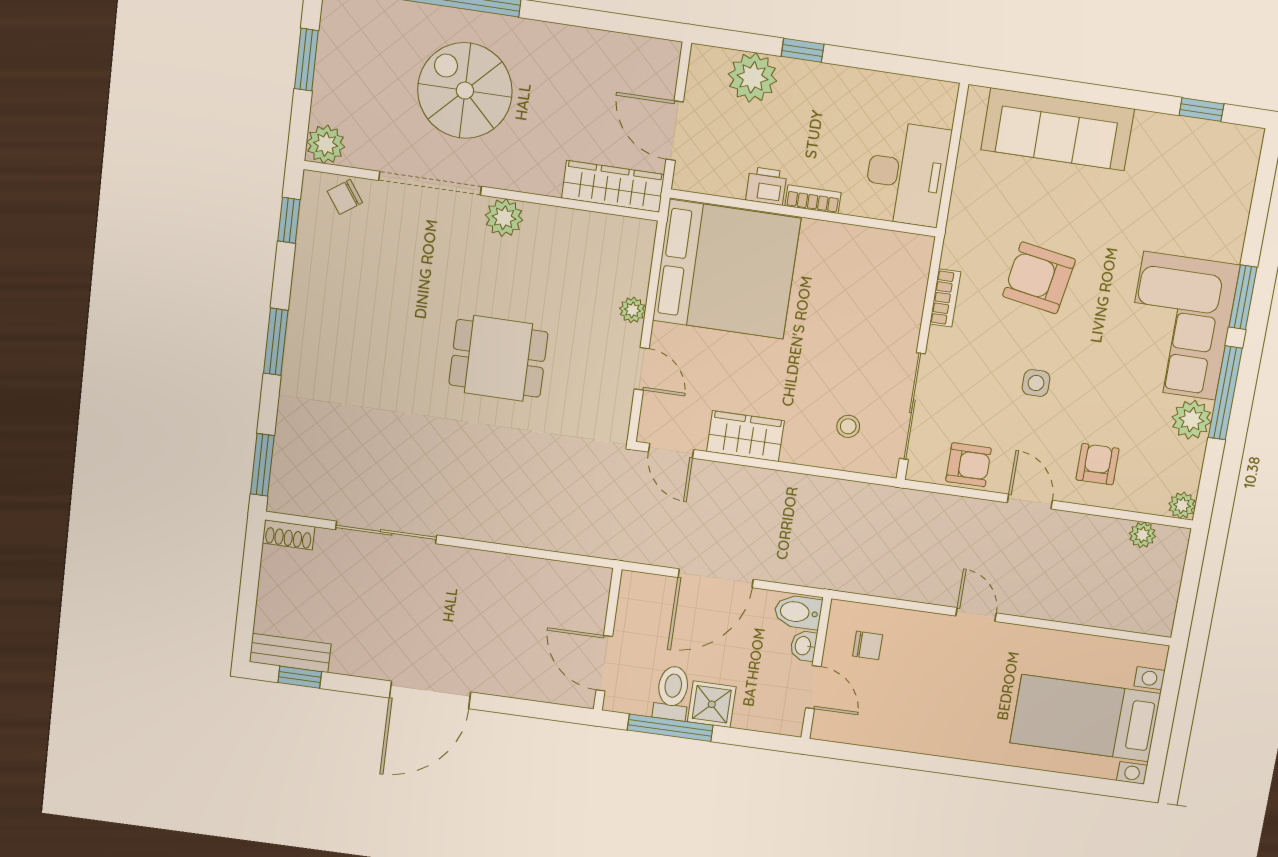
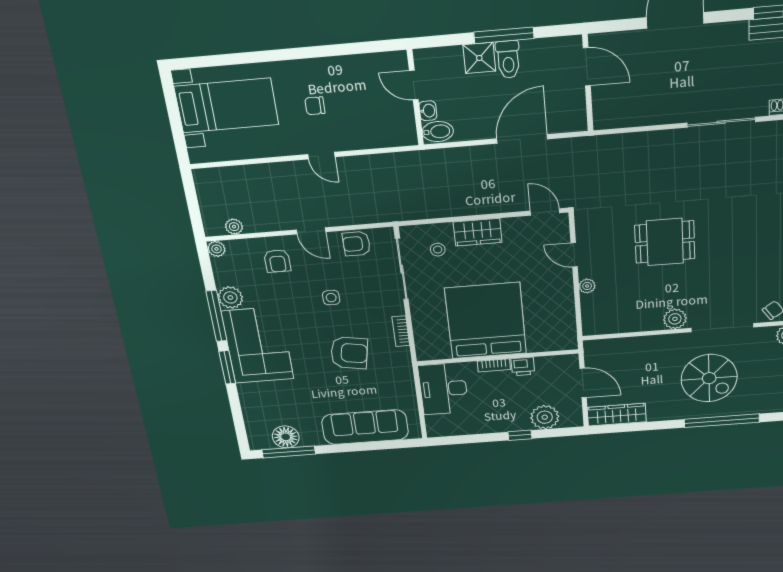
window: (1201, 110) -> (289, 452), width x2.17
floor lamp: (1196, 141) -> (286, 437), added
wardrobe: (613, 186) -> (617, 415), moved, turned 180
bed: (727, 269) -> (486, 321), moved, turned 90
wardrobe: (746, 436) -> (478, 232), moved
door: (716, 578) -> (522, 139), moved
wall: (608, 640) -> (588, 83), moved
chair: (868, 645) -> (315, 106), moved
door: (604, 663) -> (587, 67), moved

